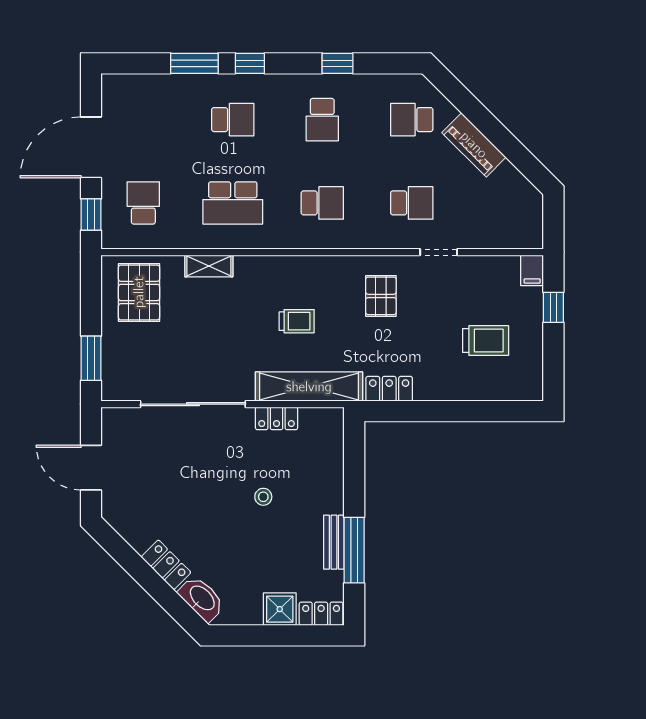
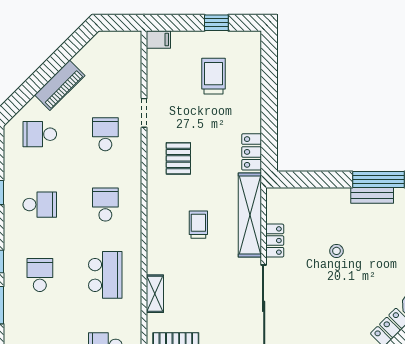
school desk: (412, 120) -> (40, 134), turned 90
pallet: (381, 296) -> (178, 158), turned 90
window: (553, 307) -> (216, 23), moved

